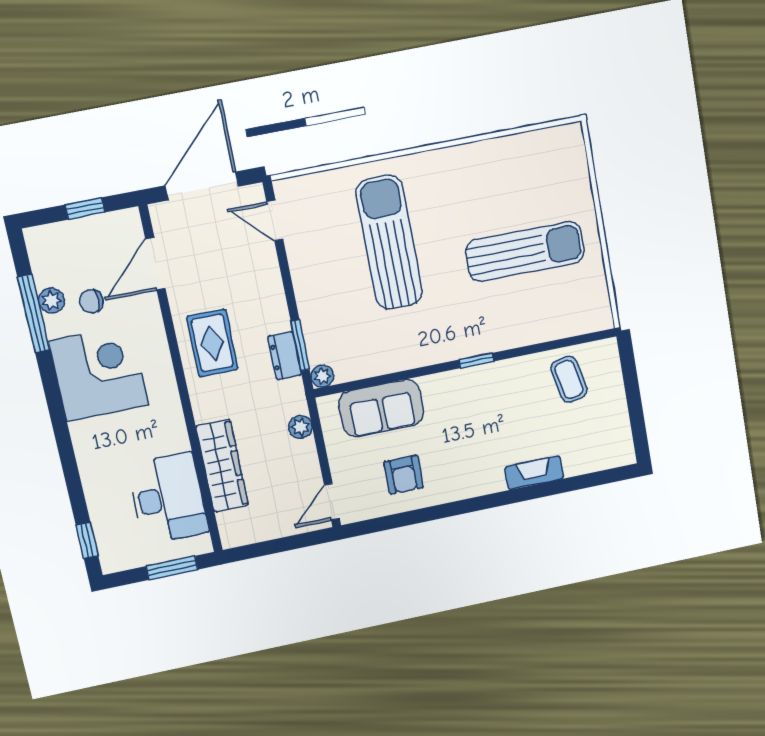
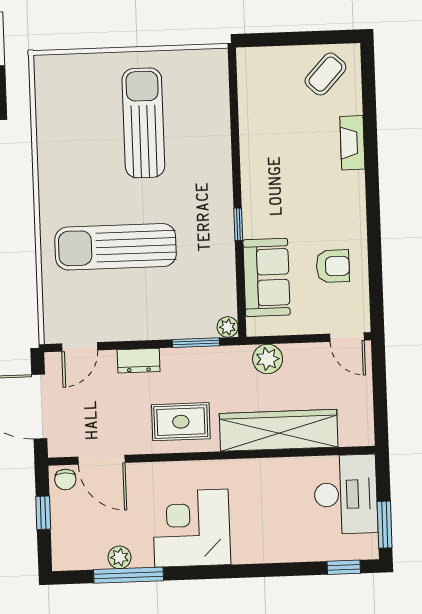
chair: (91, 302) -> (65, 480), moved
dresser: (285, 356) -> (139, 361), moved
window: (476, 361) -> (238, 224), moved
coffee table: (569, 379) -> (325, 74), moved, turned -35
plant: (300, 427) -> (268, 359), width x1.38, depth x1.38
wardrobe: (222, 466) -> (279, 430), width x1.40, depth x1.17
desk: (168, 498) -> (346, 494), moved, turned 90
window: (172, 568) -> (385, 525), moved

